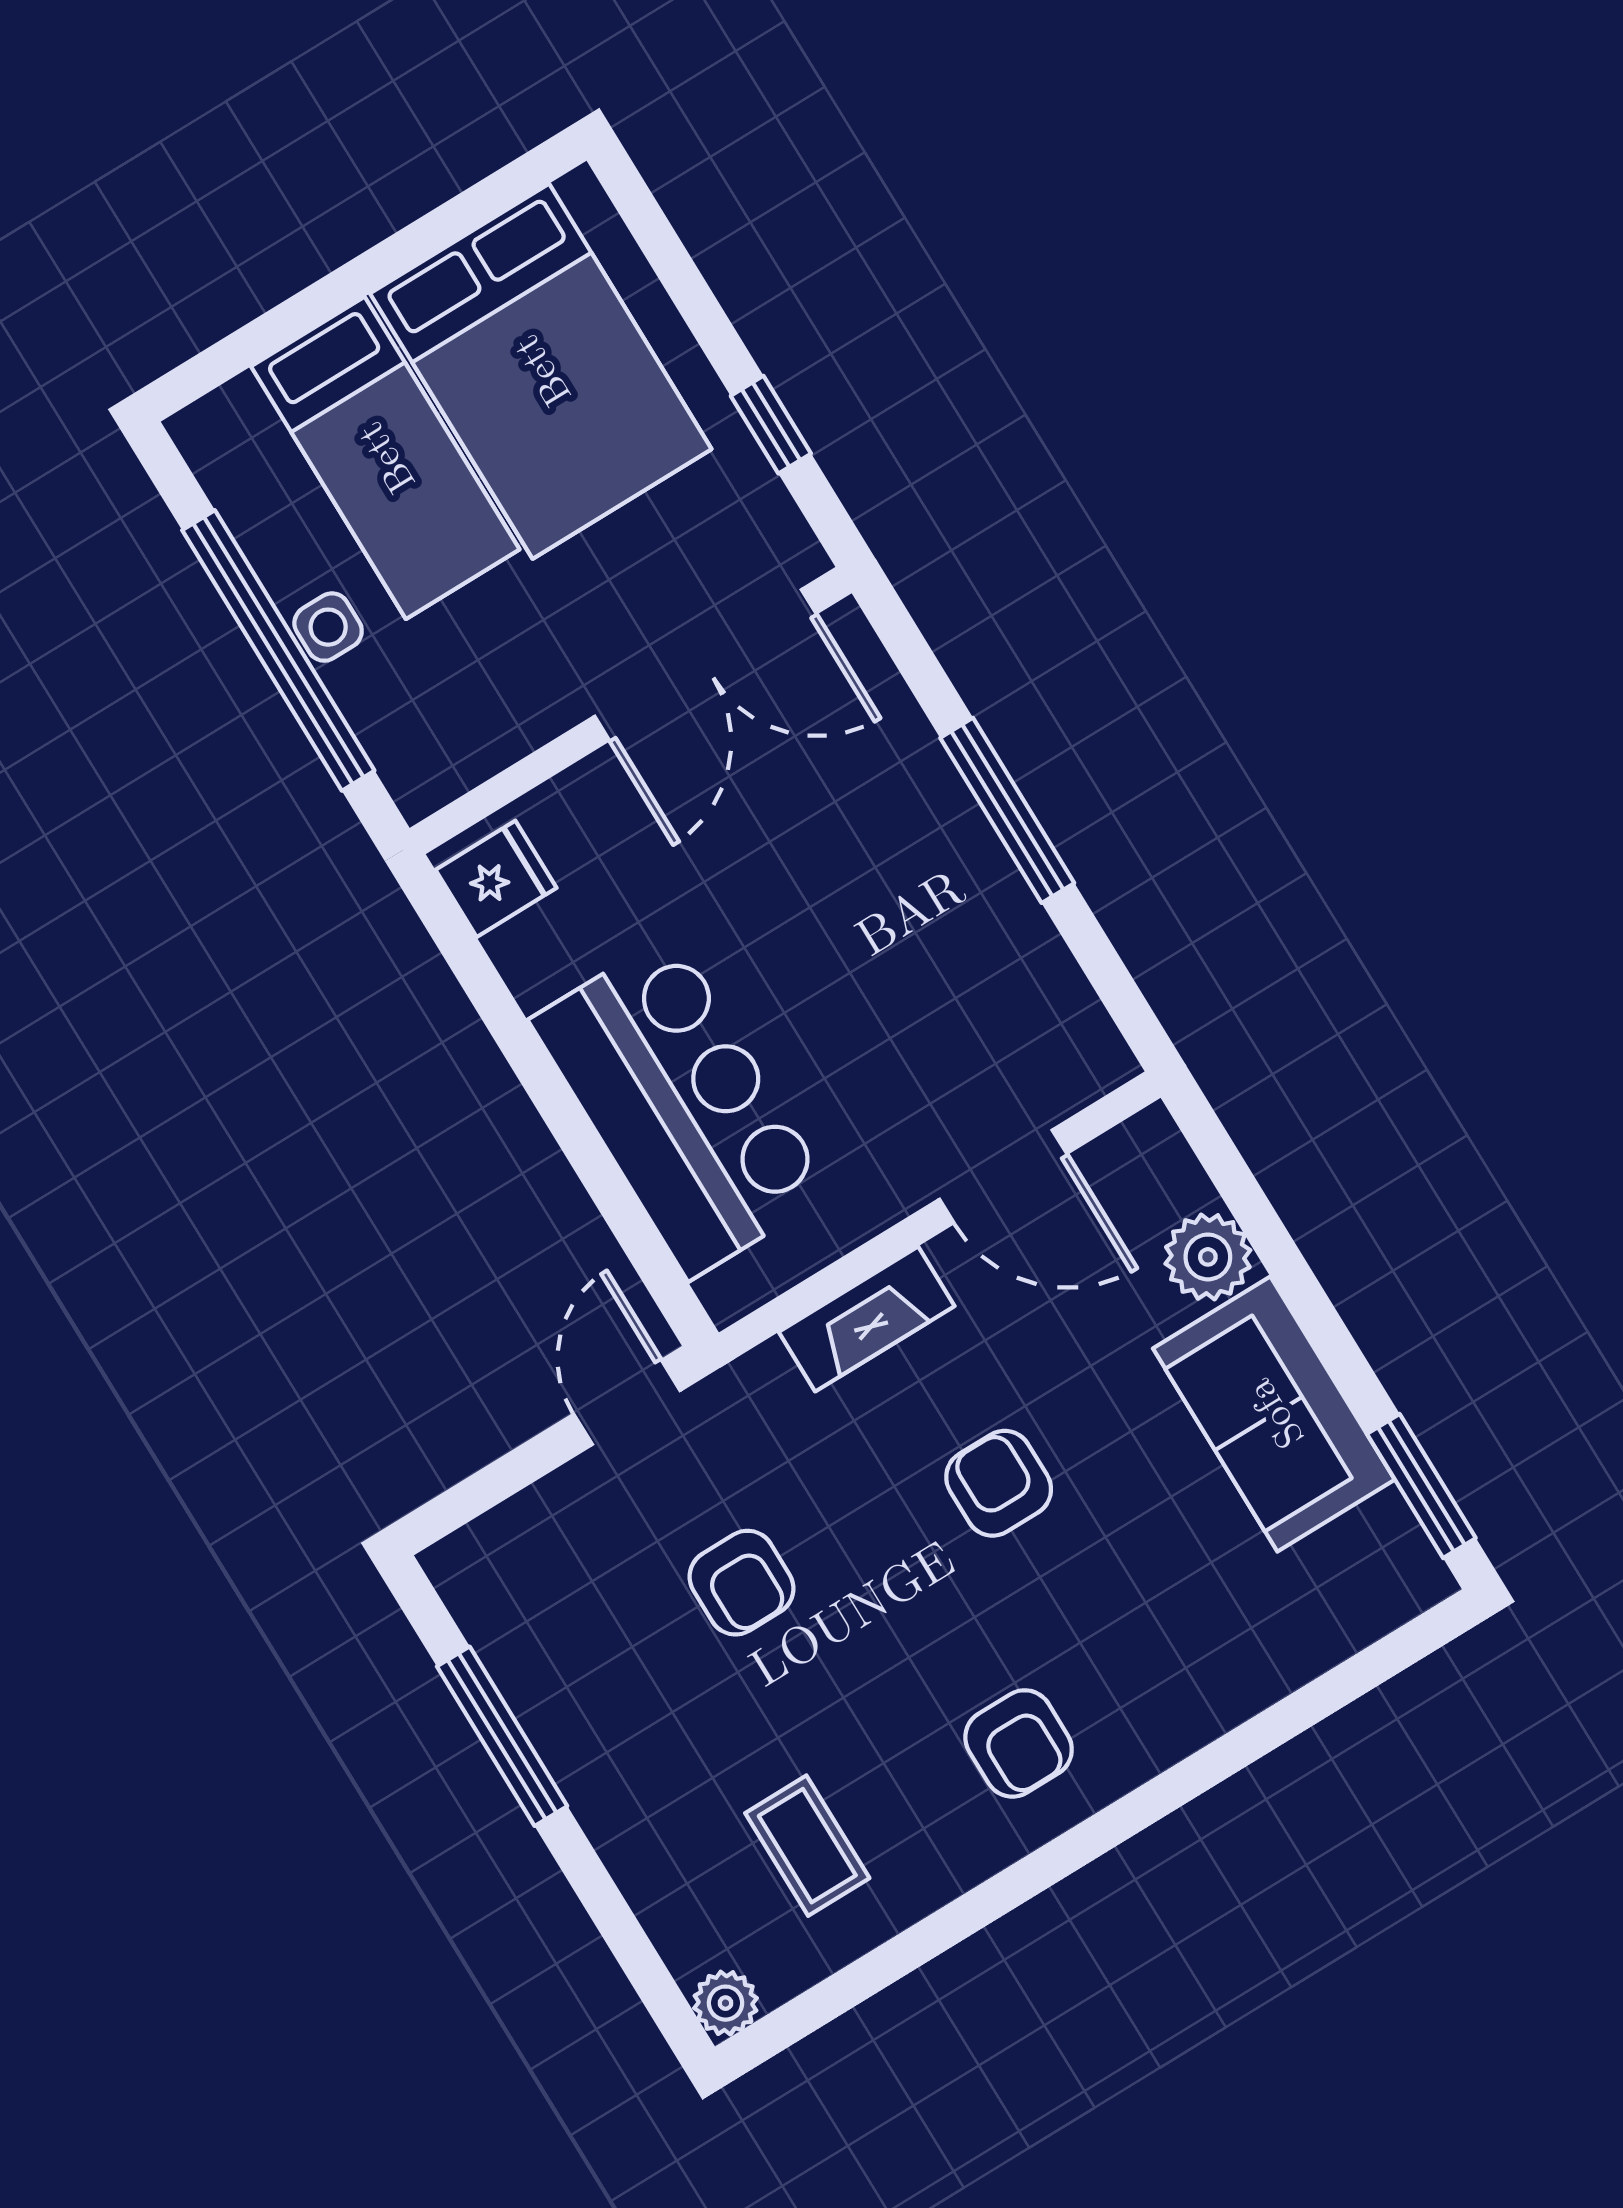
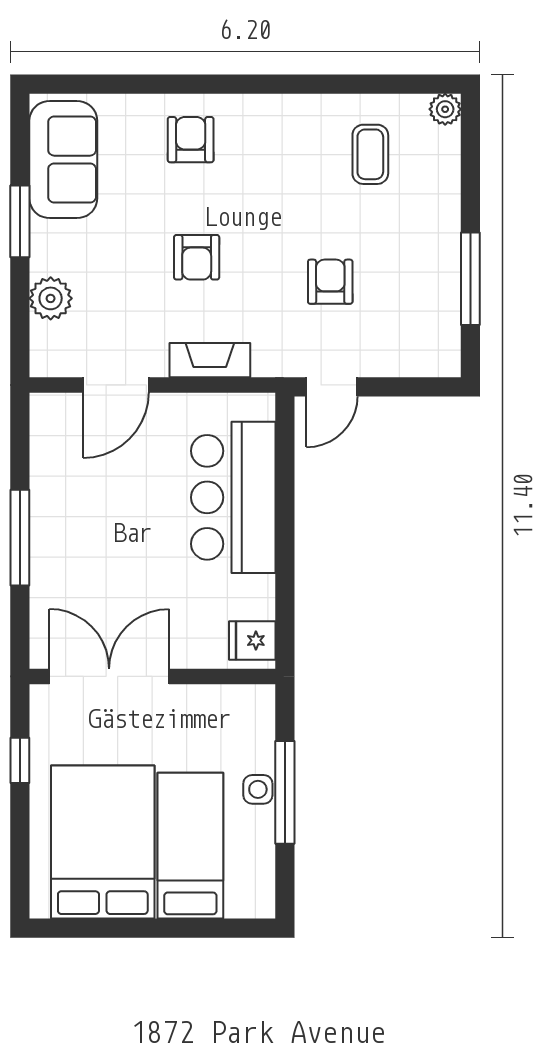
window: (278, 650) -> (285, 792), width x0.68
door: (1003, 1176) -> (116, 385), swing flipped
sofa: (1274, 1414) -> (63, 160), moved
window: (1421, 1486) -> (20, 221), moved
armchair: (1019, 1743) -> (191, 140), moved

